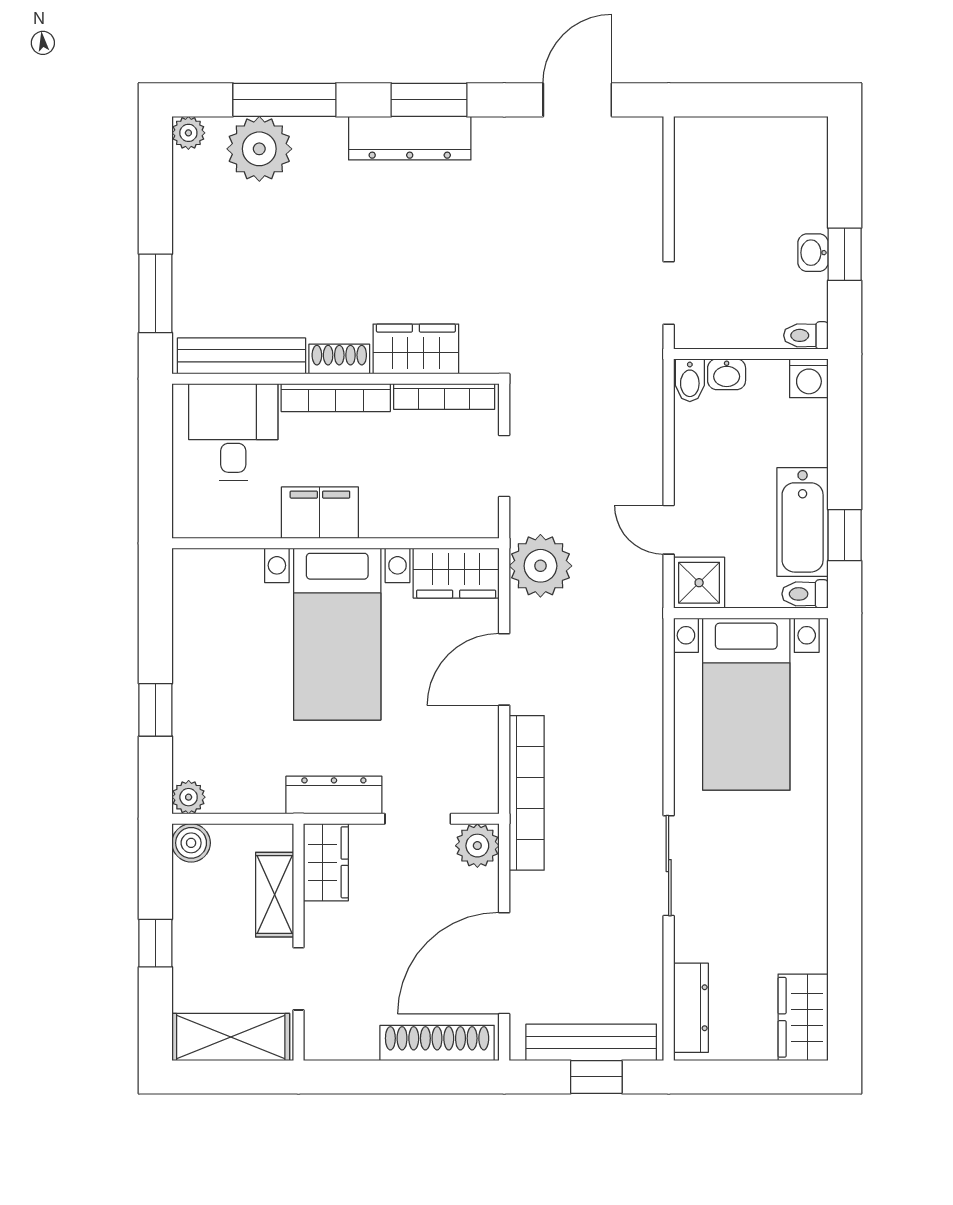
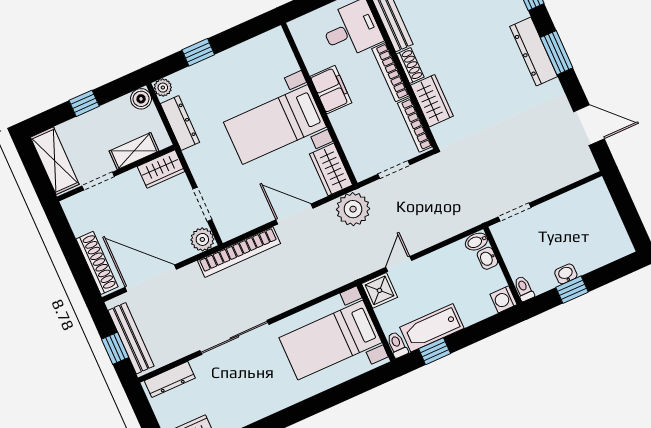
dresser: (334, 795) -> (180, 123), moved
sliding door: (669, 866) -> (234, 337), width x1.37

